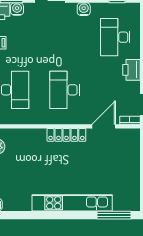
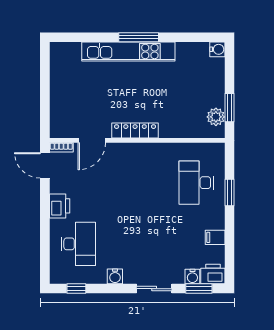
desk: (65, 90) -> (137, 183), removed
window: (114, 215) -> (139, 37), moved

